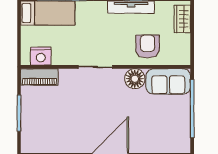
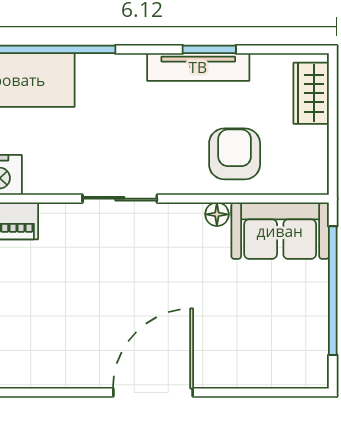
floor lamp: (135, 79) -> (217, 214), width x0.53, depth x0.53

